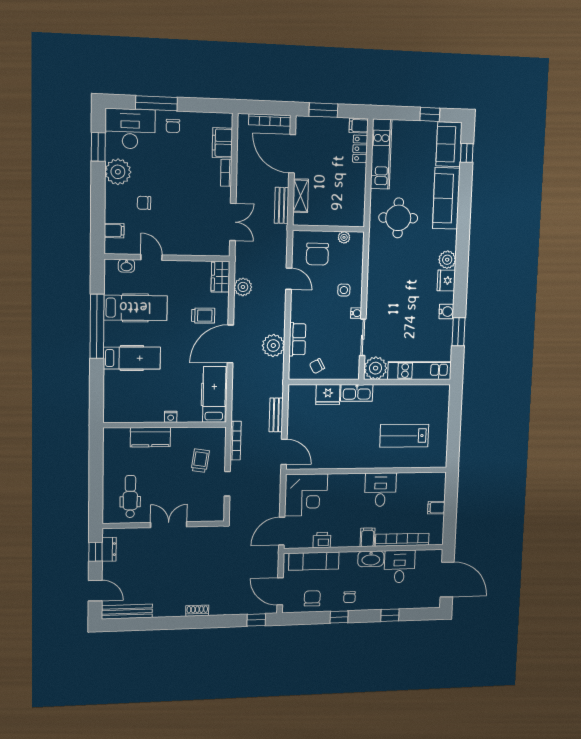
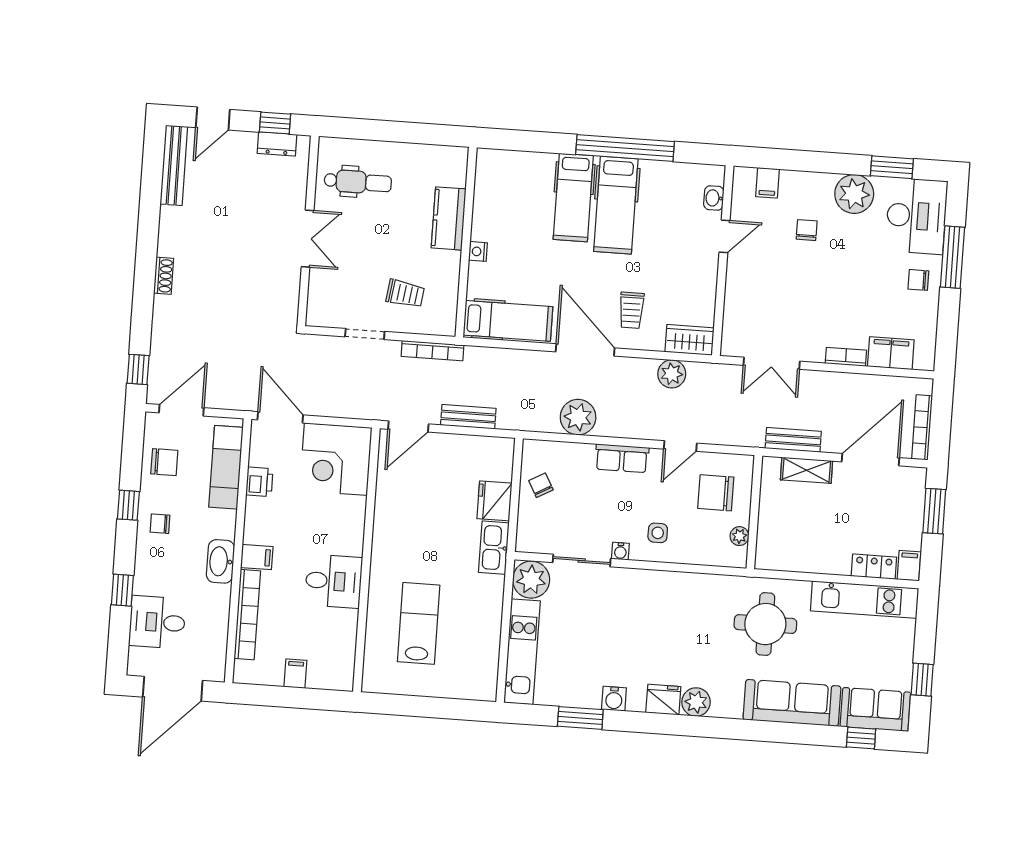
hospital bed: (135, 308) -> (616, 205), moved
row of seats: (297, 339) -> (622, 458), moved
desk: (400, 567) -> (157, 622), moved, turned 180

